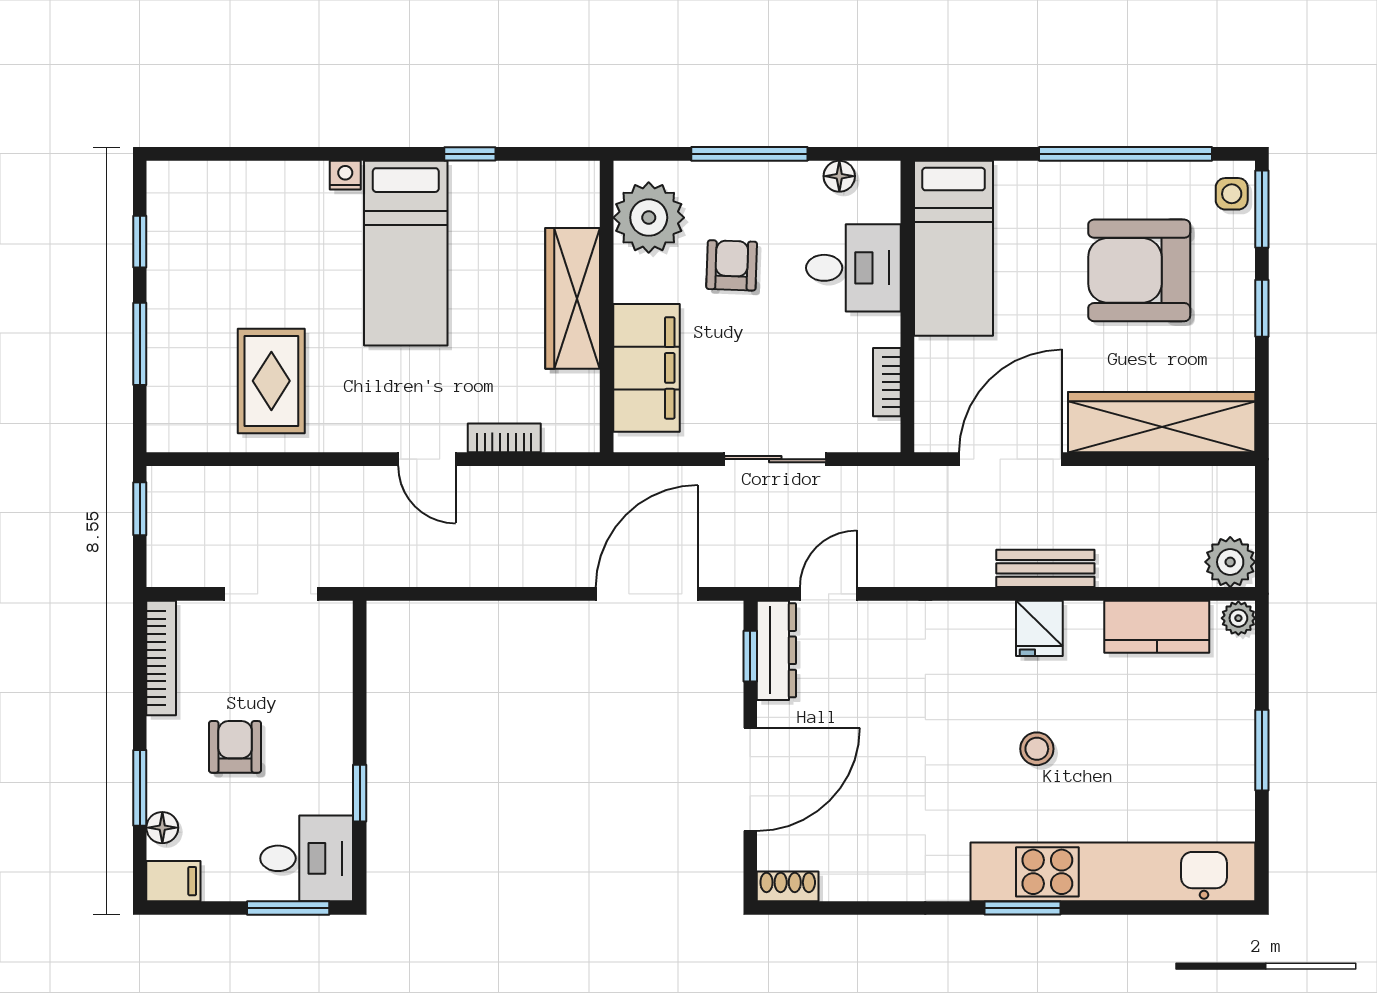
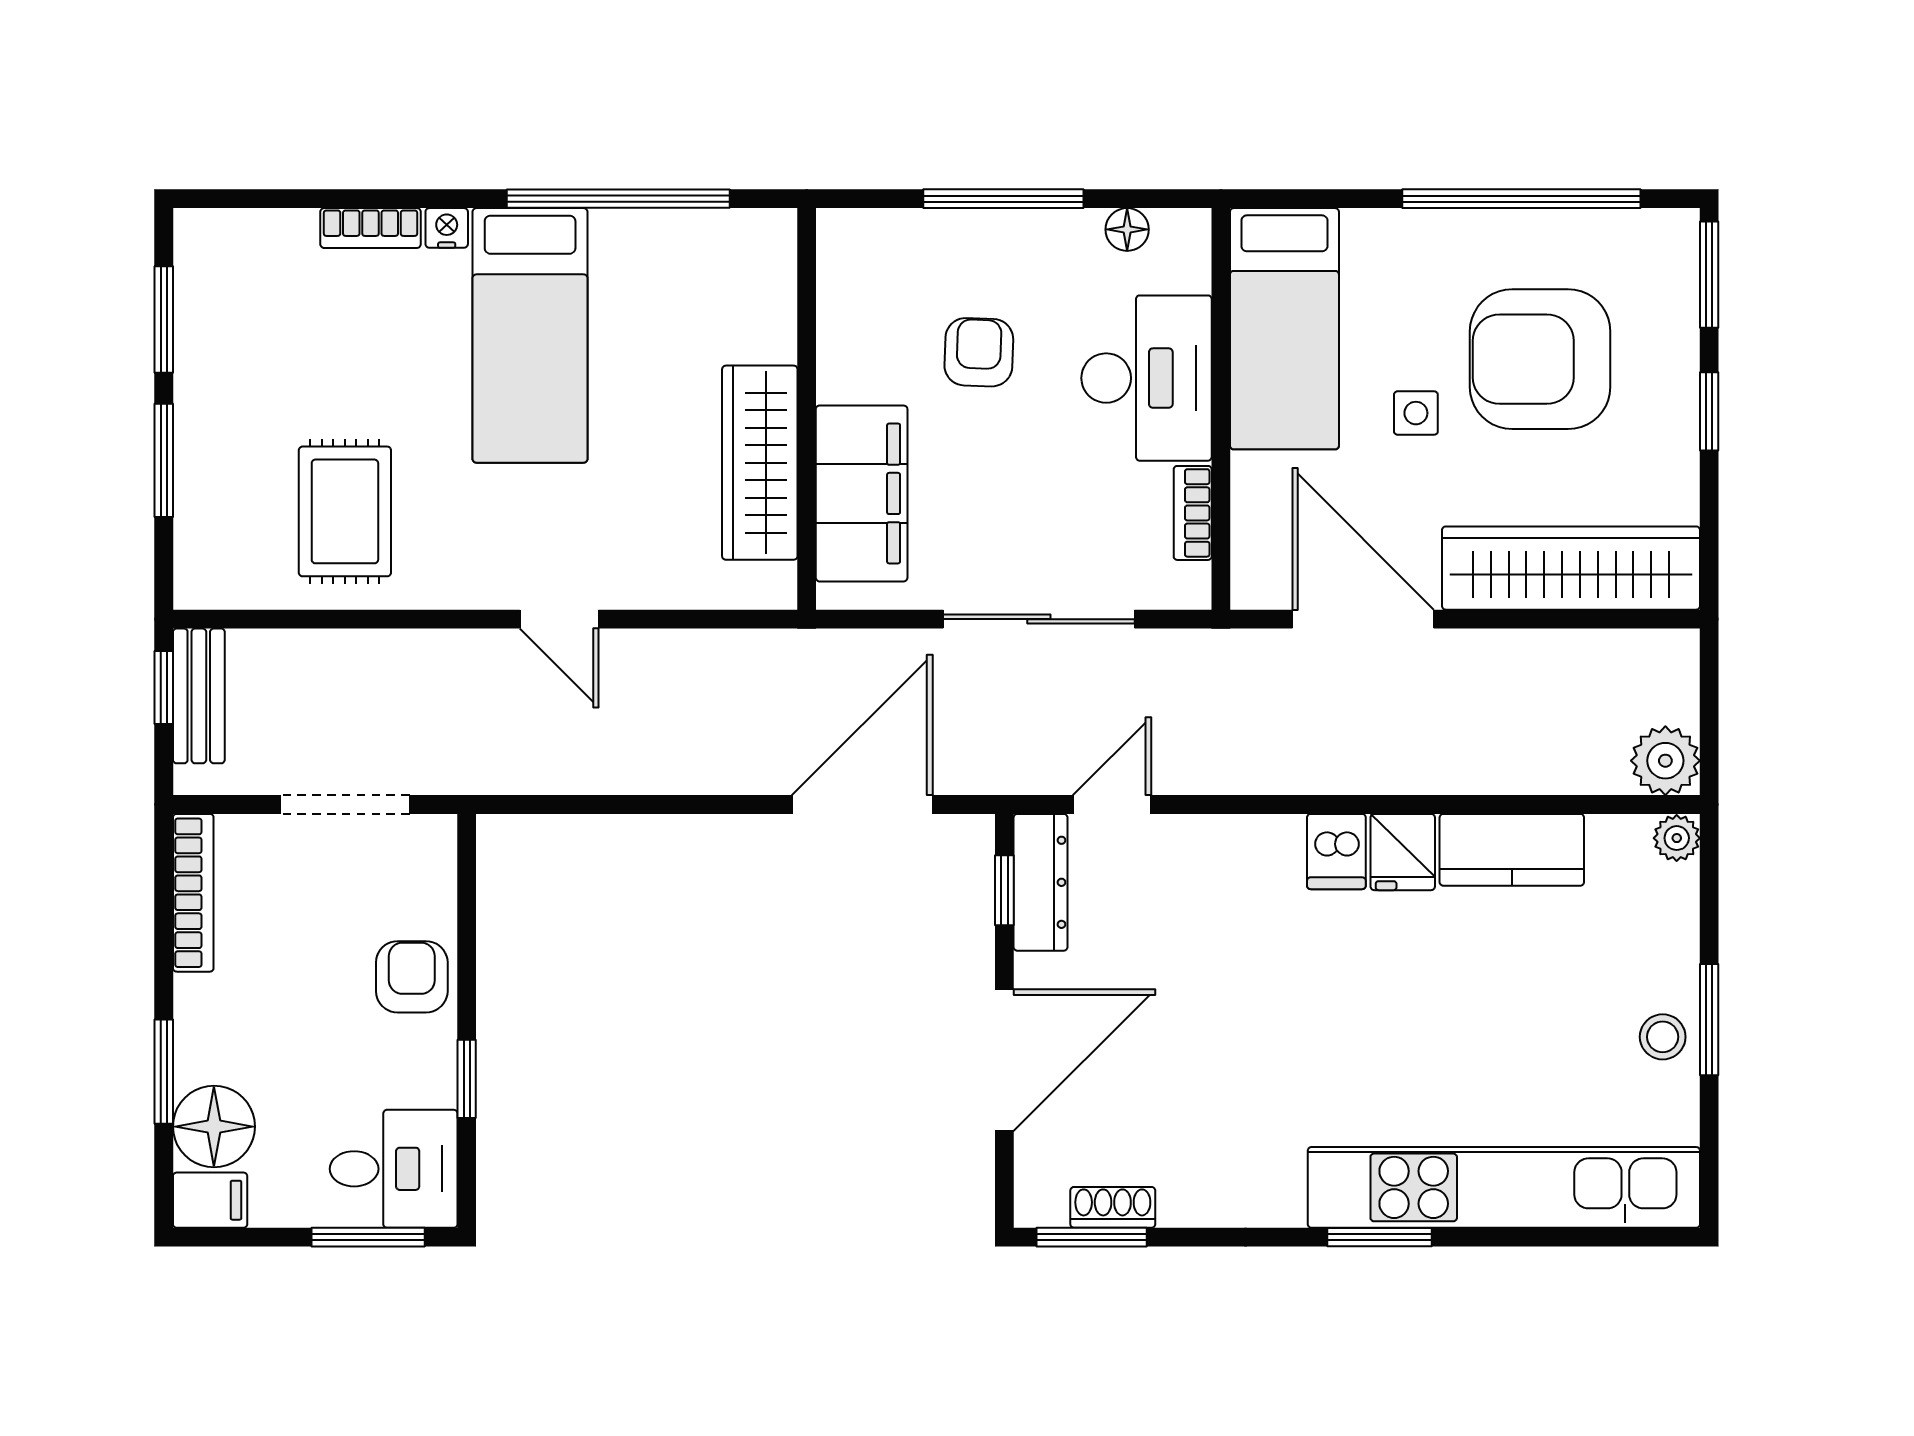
window: (470, 154) -> (618, 199), width x3.17
side table: (1232, 194) -> (1416, 413), moved
plant: (649, 218) -> (865, 286), removed
window: (140, 242) -> (164, 320), width x1.50
desk: (853, 268) -> (1147, 378), width x1.37
wardrobe: (573, 298) -> (760, 463), moved
bookcase: (504, 438) -> (371, 228), moved, turned 180
sliding door: (775, 459) -> (1039, 619), width x1.37
door: (1011, 459) -> (1363, 619), hinge flipped
bench: (1045, 568) -> (199, 696), moved, turned 90
kitchen counter: (1157, 627) -> (1512, 850), moved
dishwasher: (991, 628) -> (1336, 852), added
armchair: (235, 747) -> (412, 977), moved
stool: (1037, 749) -> (1663, 1037), moved
floor lamp: (162, 828) -> (214, 1127), width x1.89, depth x1.89
shoe rack: (788, 886) -> (1113, 1207), moved
window: (814, 908) -> (1092, 1237), added

